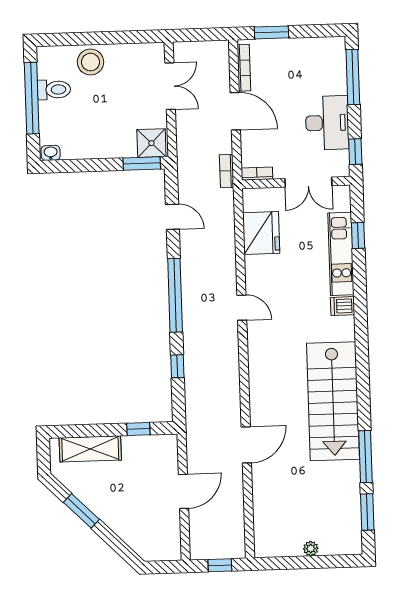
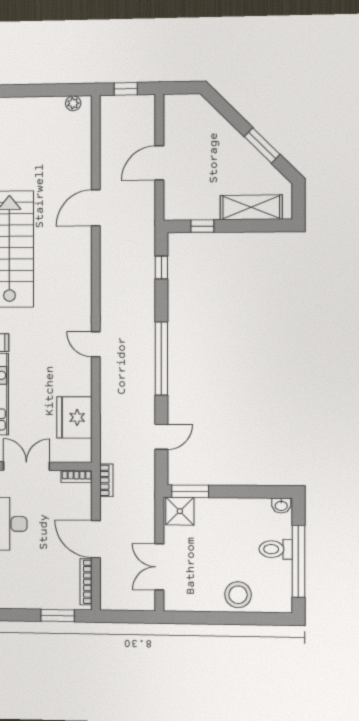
toilet: (54, 90) -> (276, 549), moved
door: (172, 217) -> (161, 437), swing flipped
window: (177, 366) -> (161, 267), moved
plant: (311, 548) -> (73, 103), moved

